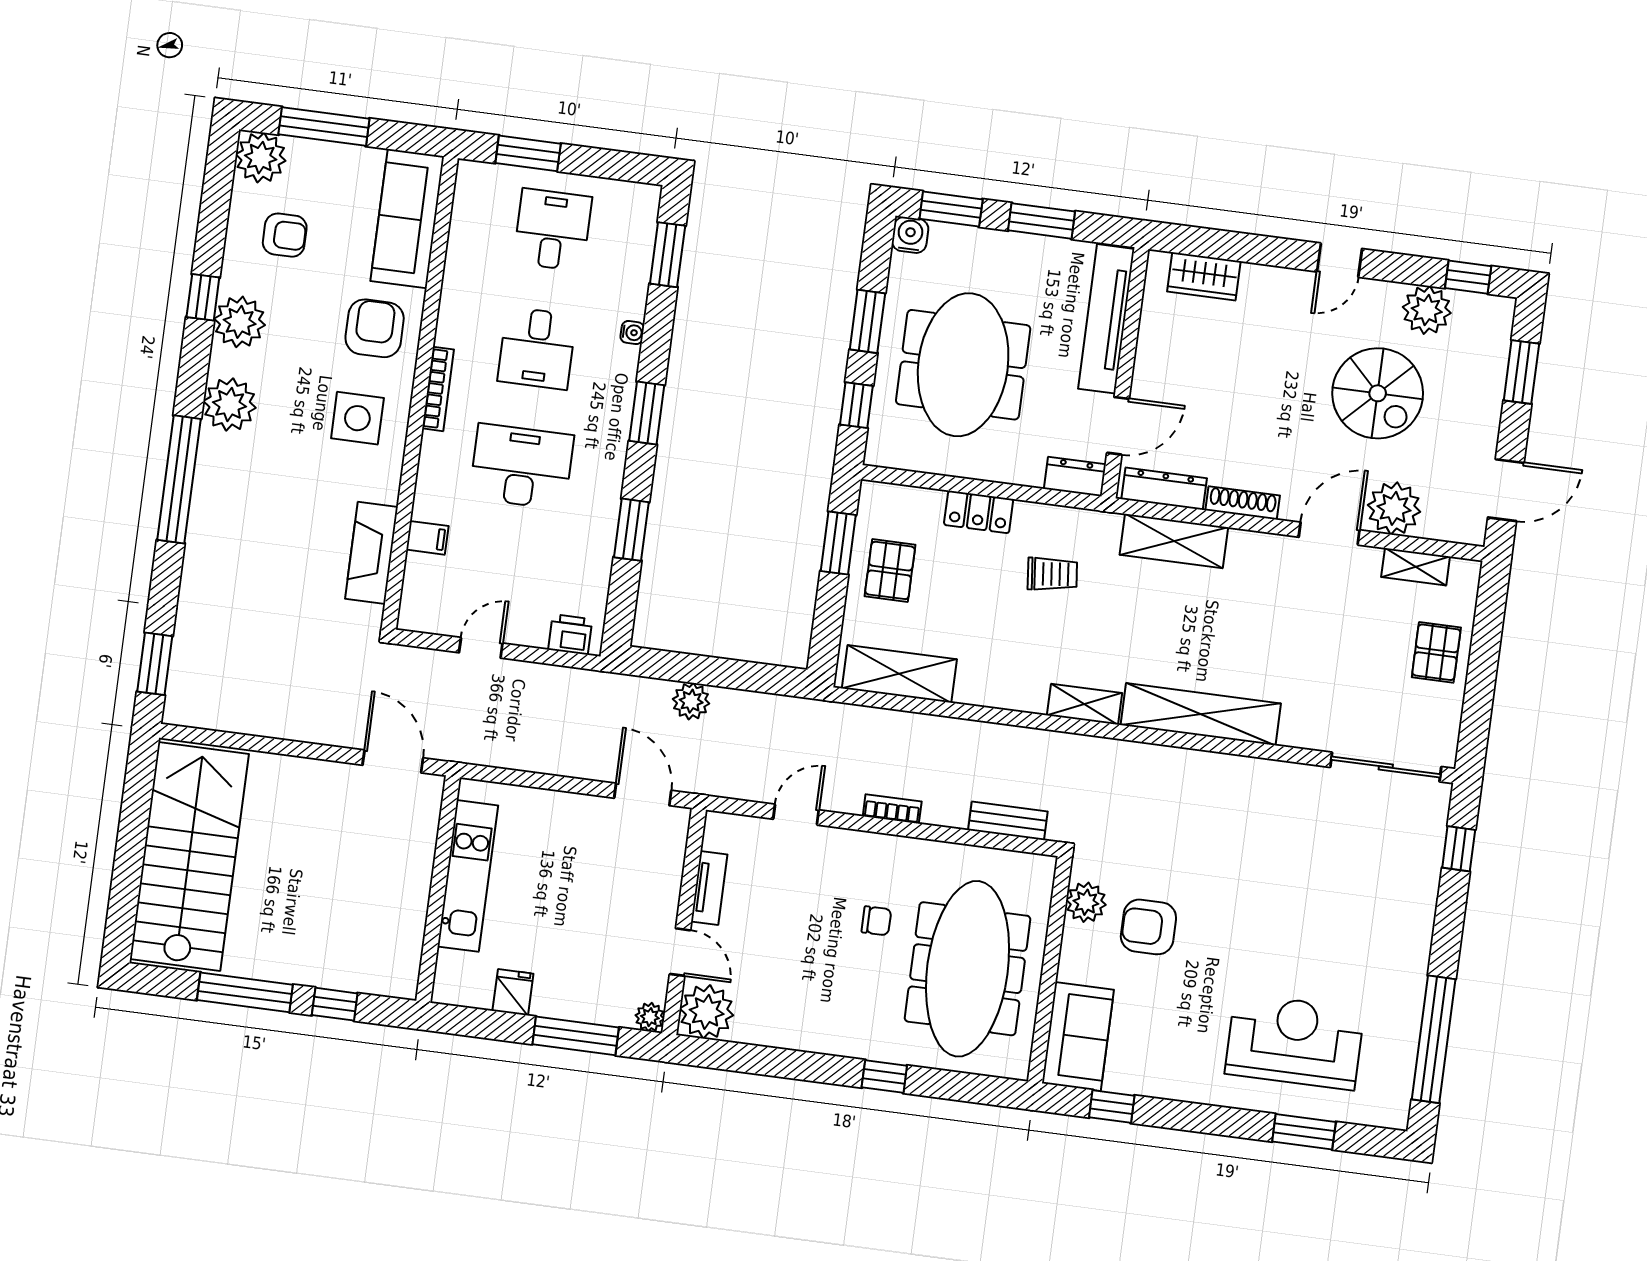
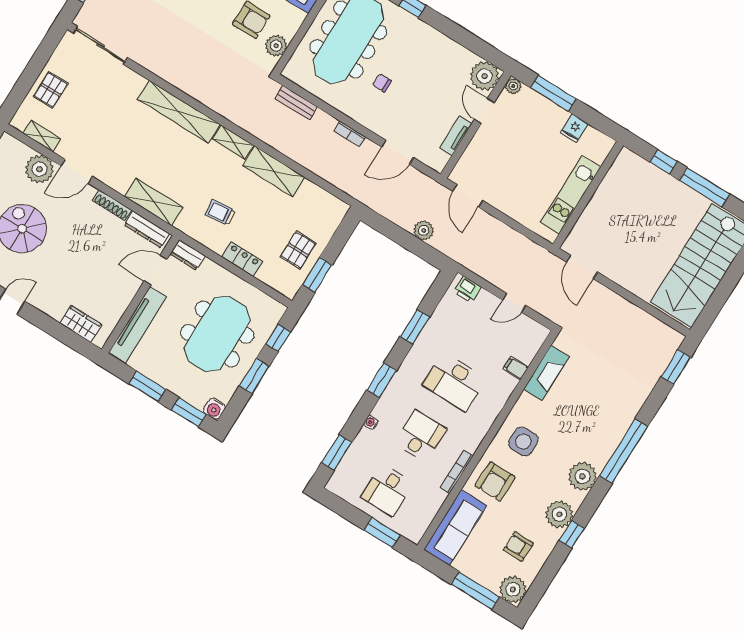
bookcase: (438, 389) -> (457, 472), moved
shelving: (899, 674) -> (274, 171), moved
door: (796, 815) -> (398, 152), width x1.37

